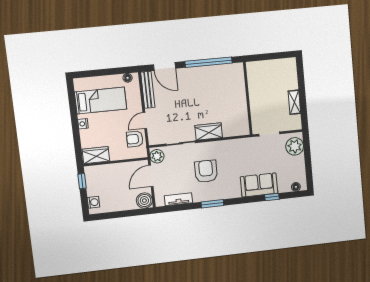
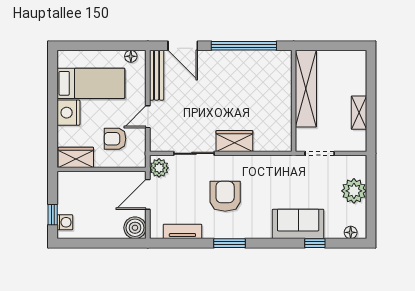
shelving: (256, 89) -> (306, 89), added
nightstand: (83, 124) -> (68, 113), width x1.89, depth x1.79
armchair: (135, 139) -> (115, 139), moved
plant: (295, 146) -> (354, 191), moved
window: (82, 181) -> (53, 215), moved

